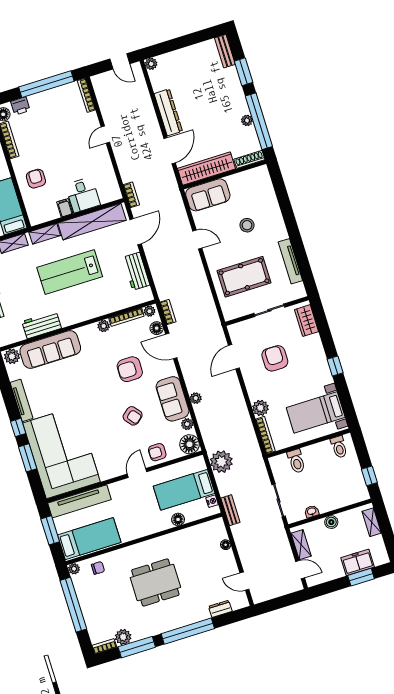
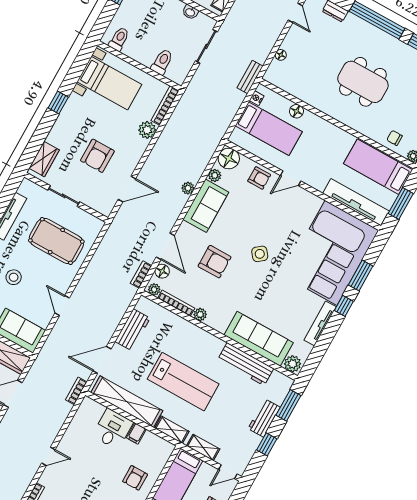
workbench: (42, 325) -> (246, 364), width x1.38
side table: (106, 404) -> (260, 254), added
armchair: (133, 416) -> (249, 224), removed
plant: (221, 462) -> (219, 120), removed

